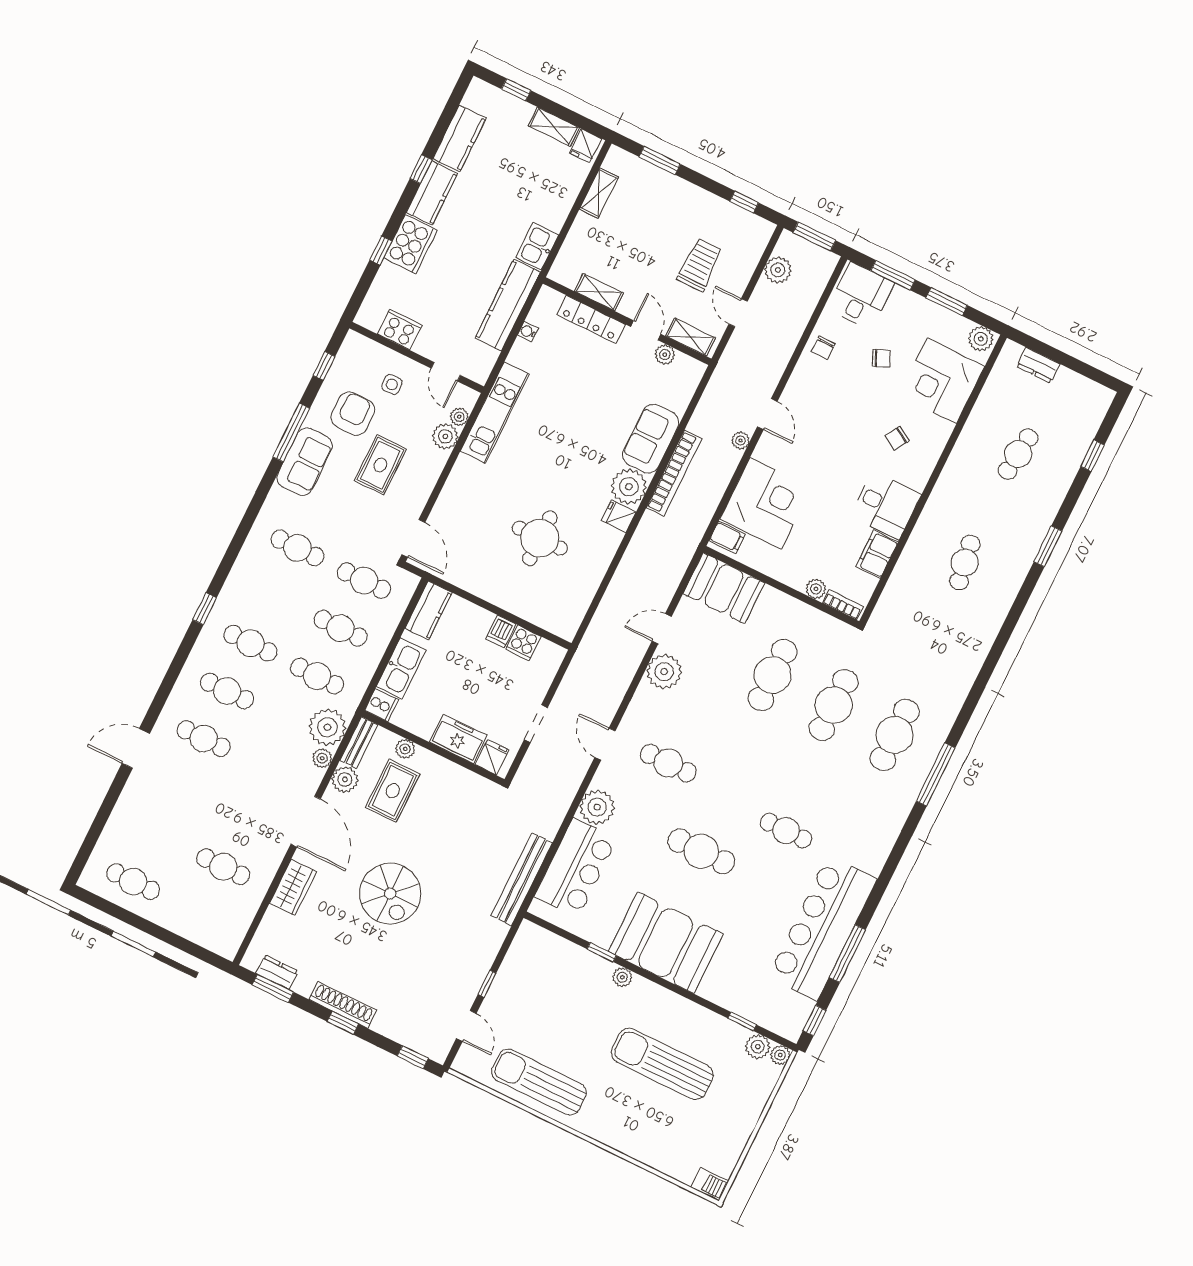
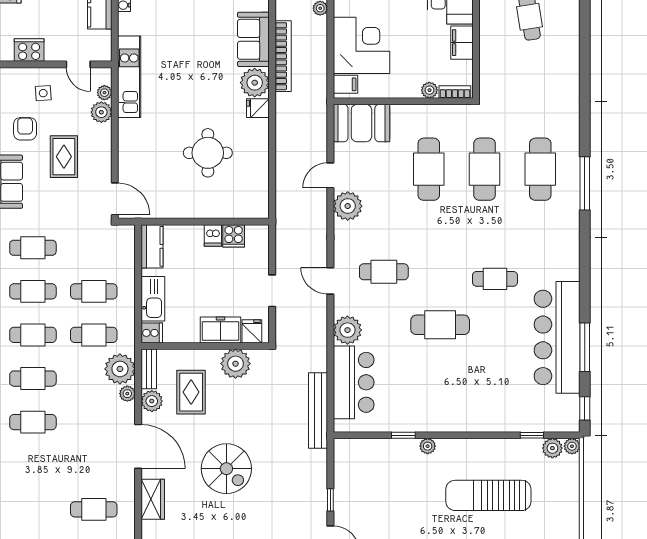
armchair: (353, 414) -> (25, 129), width x0.72, depth x0.72
cafe table: (364, 581) -> (33, 291), moved
plant: (405, 749) -> (236, 364), moved, width x1.88, depth x1.88
booth: (666, 943) -> (447, 405), removed

